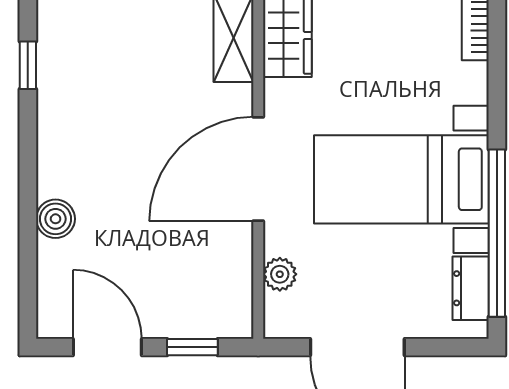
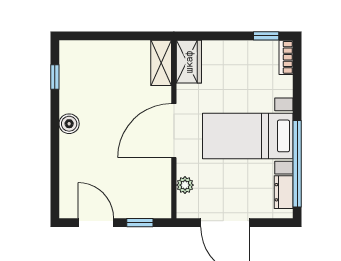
boiler: (56, 219) -> (69, 124), moved

